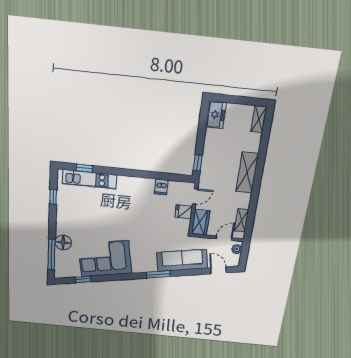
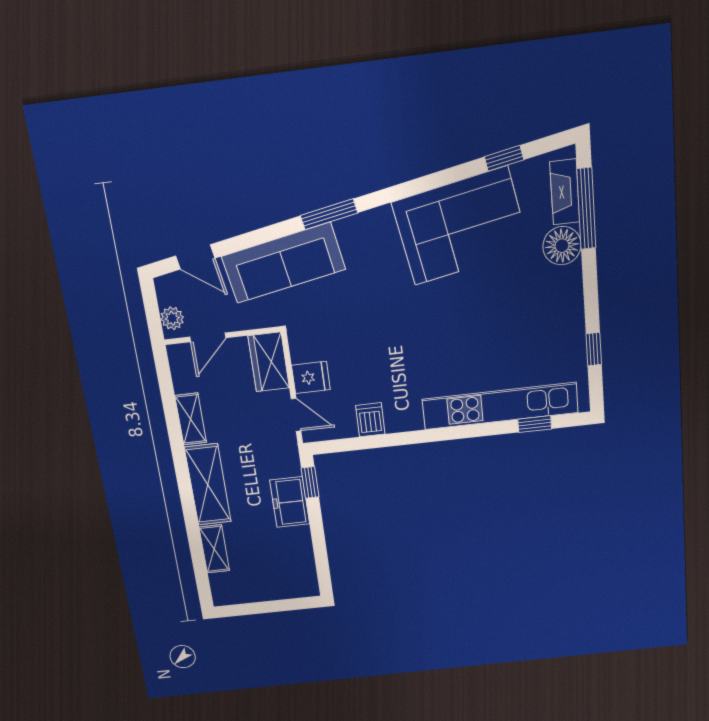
freezer: (216, 115) -> (290, 502), moved
shelving: (259, 119) -> (214, 549), moved
kitchen unit: (90, 179) -> (500, 406), width x1.36
door: (195, 196) -> (296, 415), swing flipped
shelving: (242, 220) -> (191, 419), moved
fireplace: (60, 262) -> (565, 192), added

